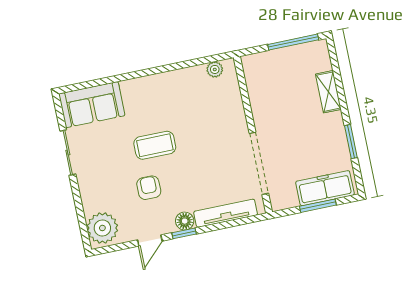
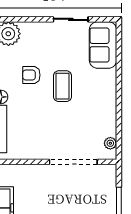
doorway: (259, 163) -> (73, 162), moved
armchair: (149, 188) -> (31, 75), turned 180

